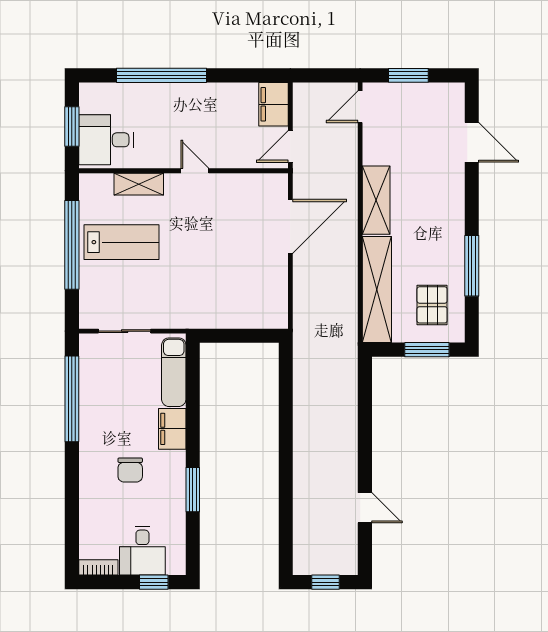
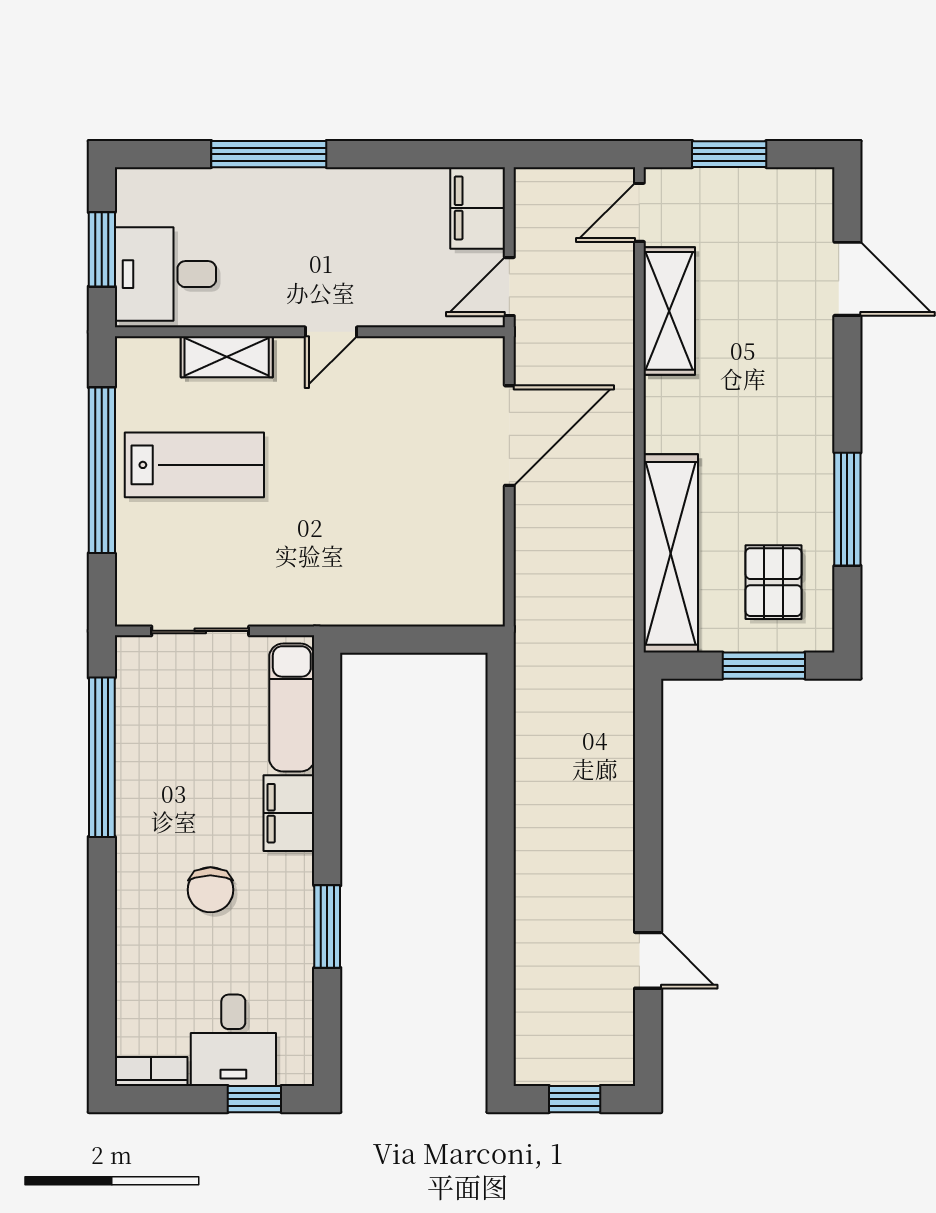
window: (161, 75) -> (269, 154), width x0.68
door: (195, 171) -> (331, 332), swing flipped
shelving: (376, 200) -> (669, 311), moved

